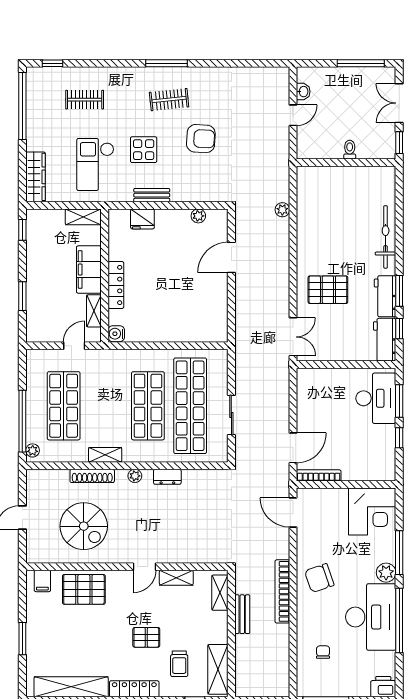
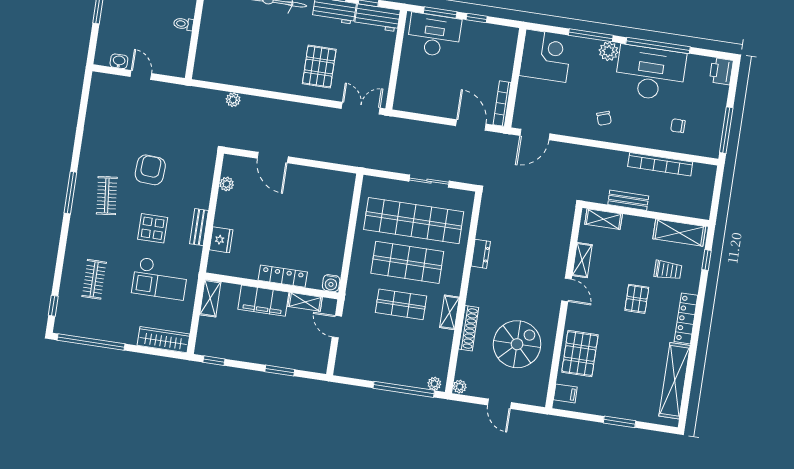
shop shelf: (64, 406) -> (401, 304), moved, width x0.70, depth x0.74
plant: (135, 476) -> (460, 387), moved
chair: (319, 578) -> (604, 118), width x0.54, depth x0.54
bookcase: (282, 591) -> (660, 164), moved

